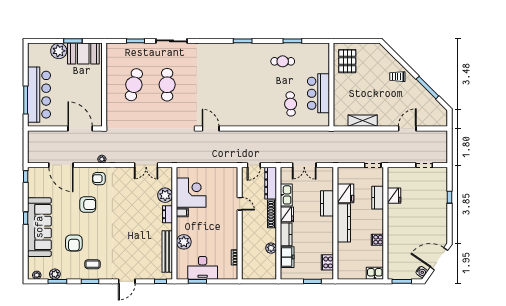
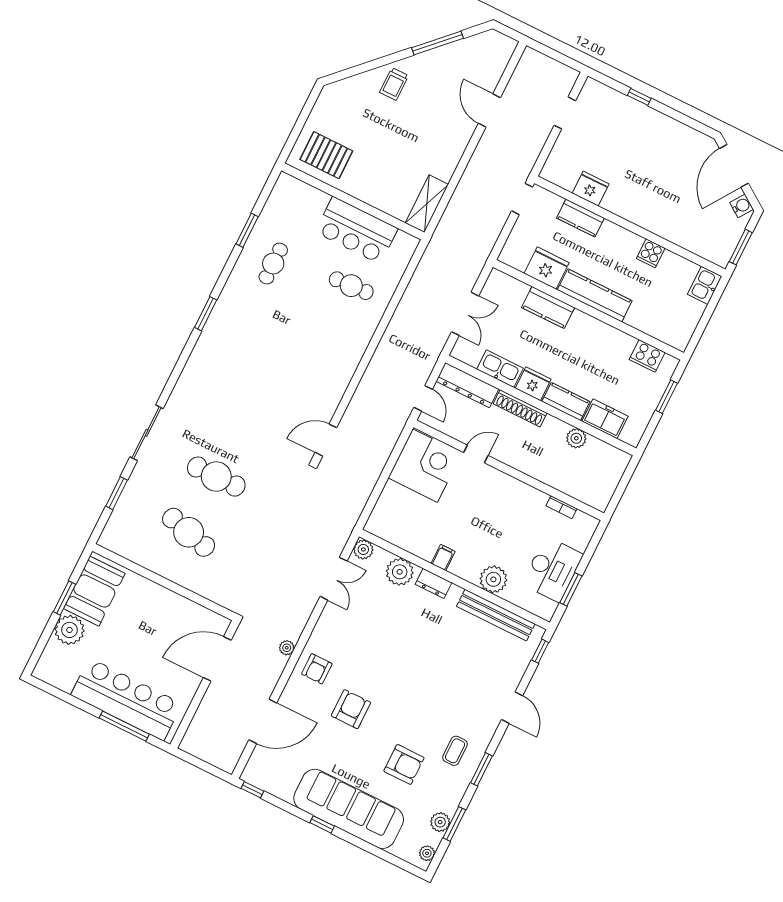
shelving: (363, 121) -> (427, 204), moved
plant: (167, 172) -> (363, 549), added
corner desk: (191, 193) -> (425, 466), moved, turned 90

